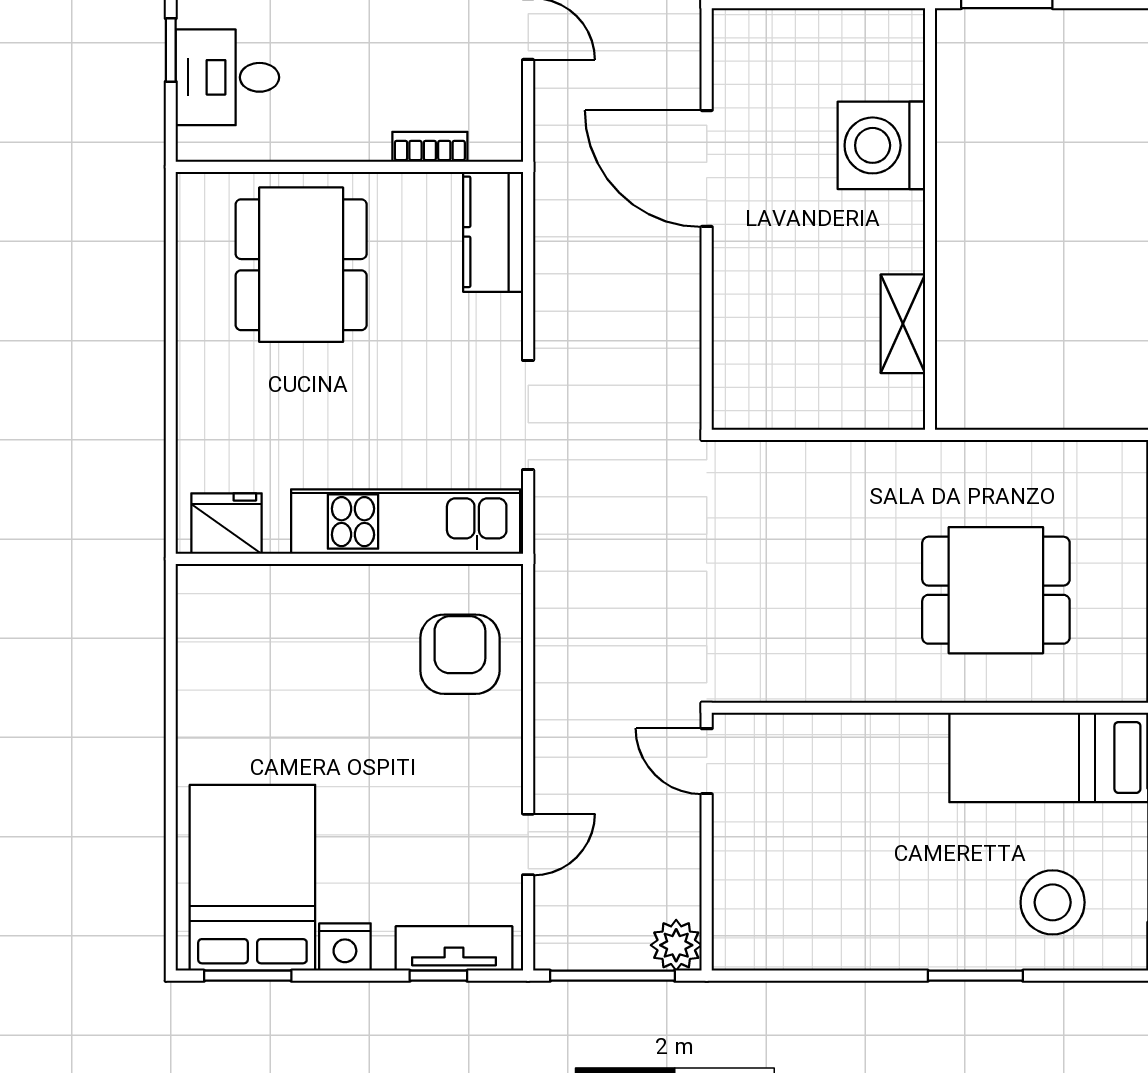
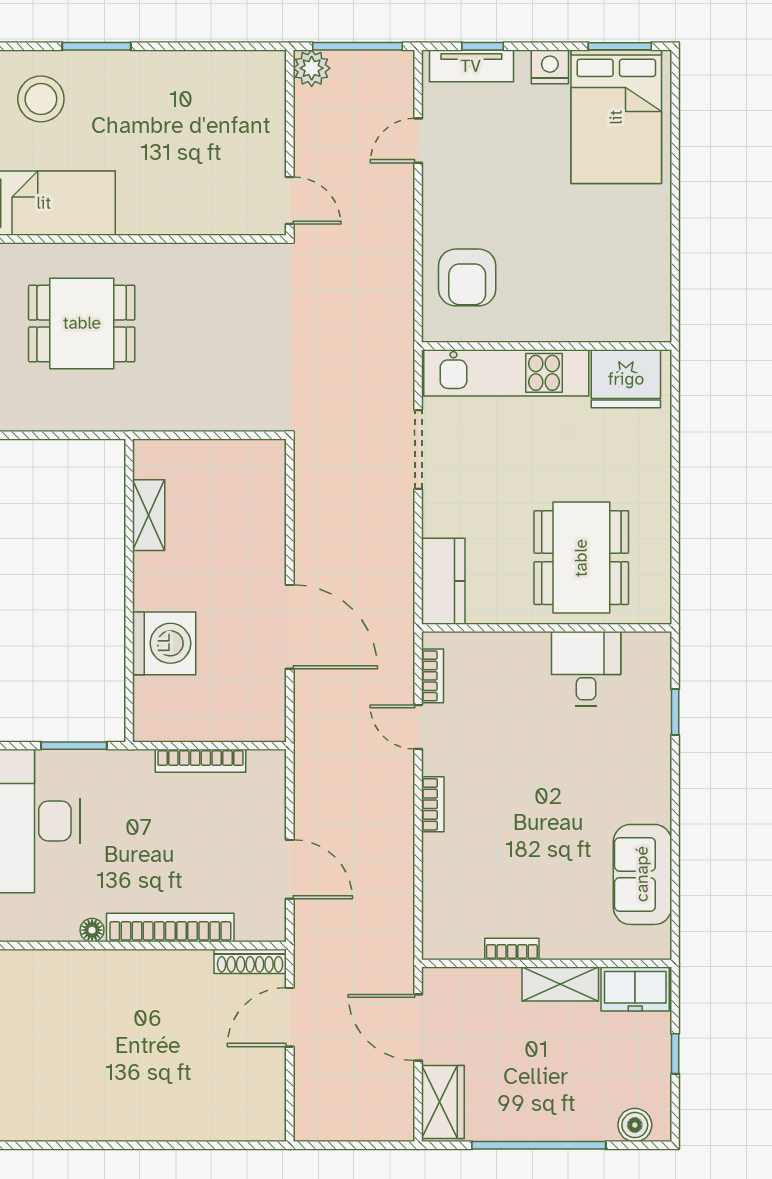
desk: (227, 77) -> (586, 669), moved, turned -90
bookcase: (430, 147) -> (433, 676), moved, turned -90
fridge: (227, 524) -> (626, 379), width x1.36, depth x1.34

